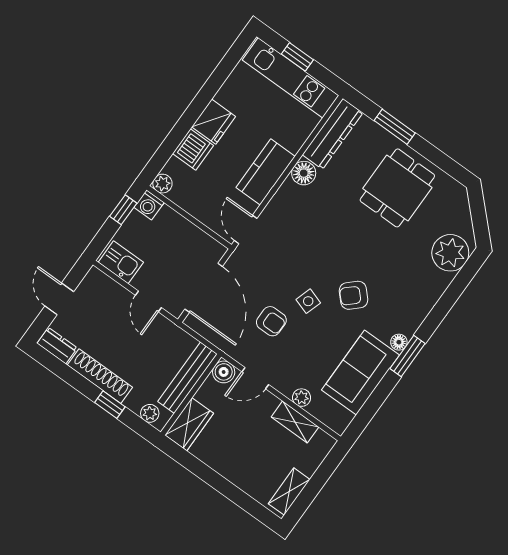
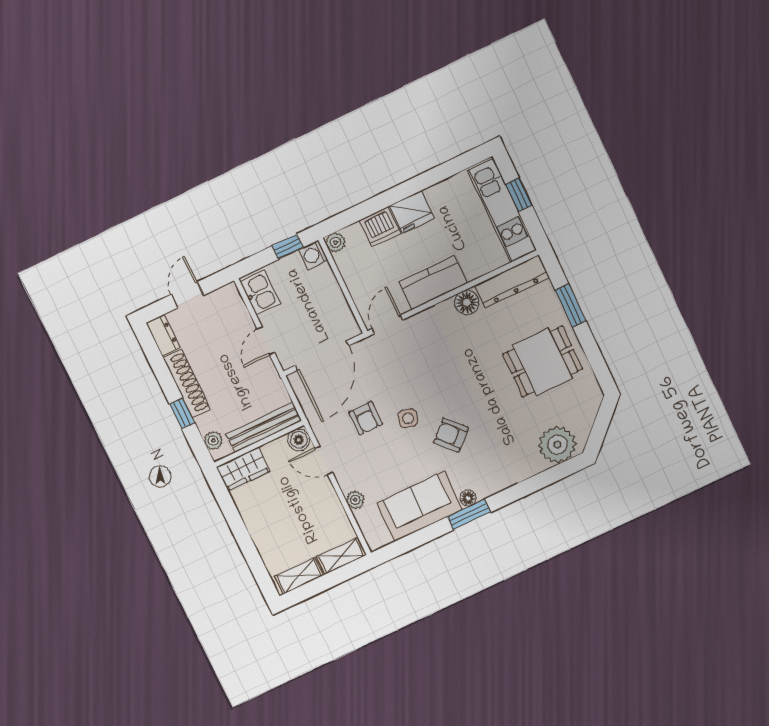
shelving: (295, 422) -> (341, 556), moved, turned 90

